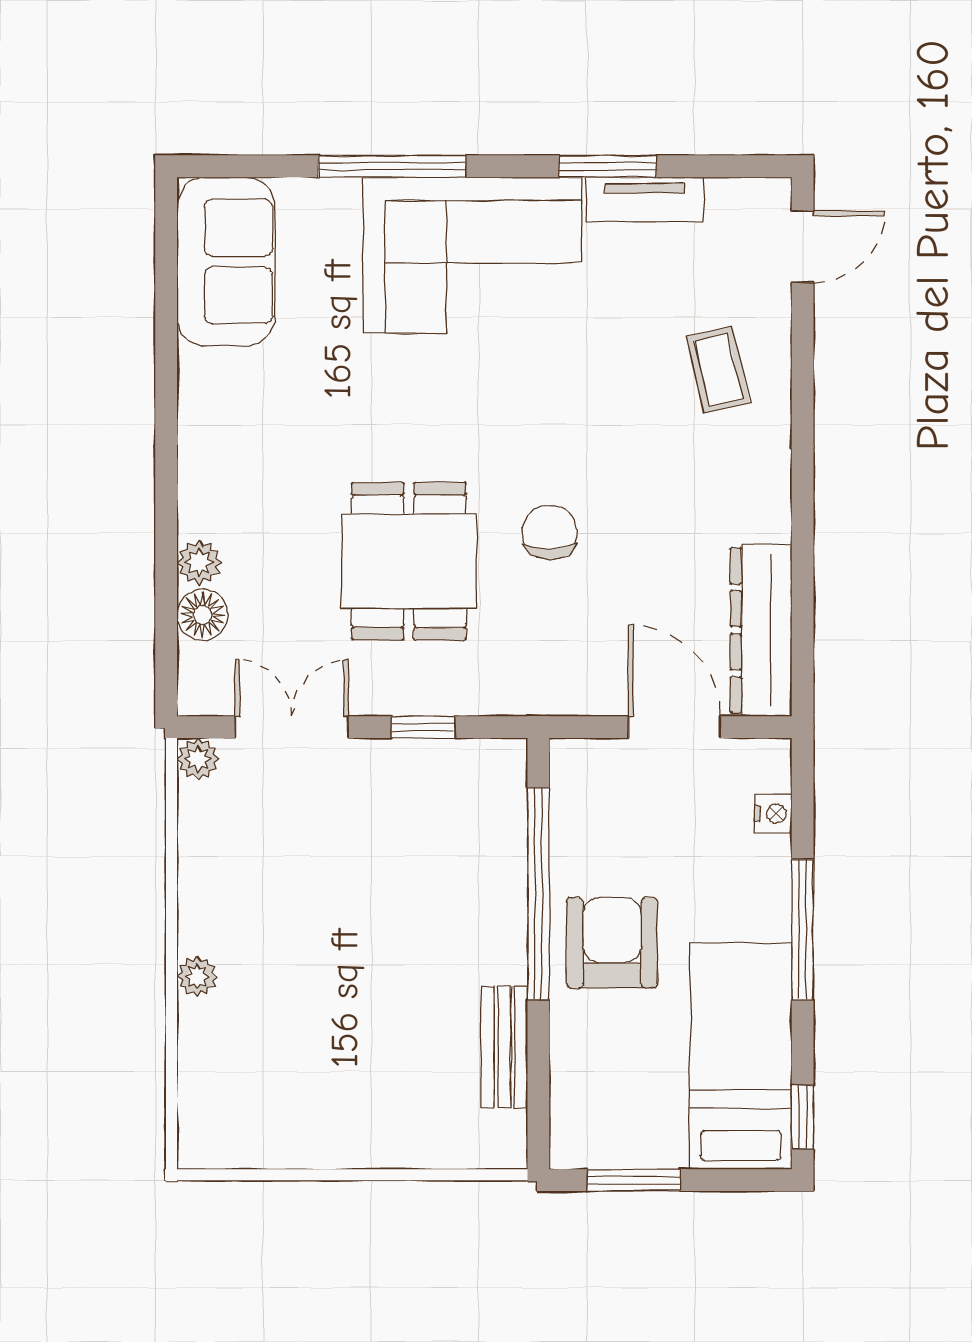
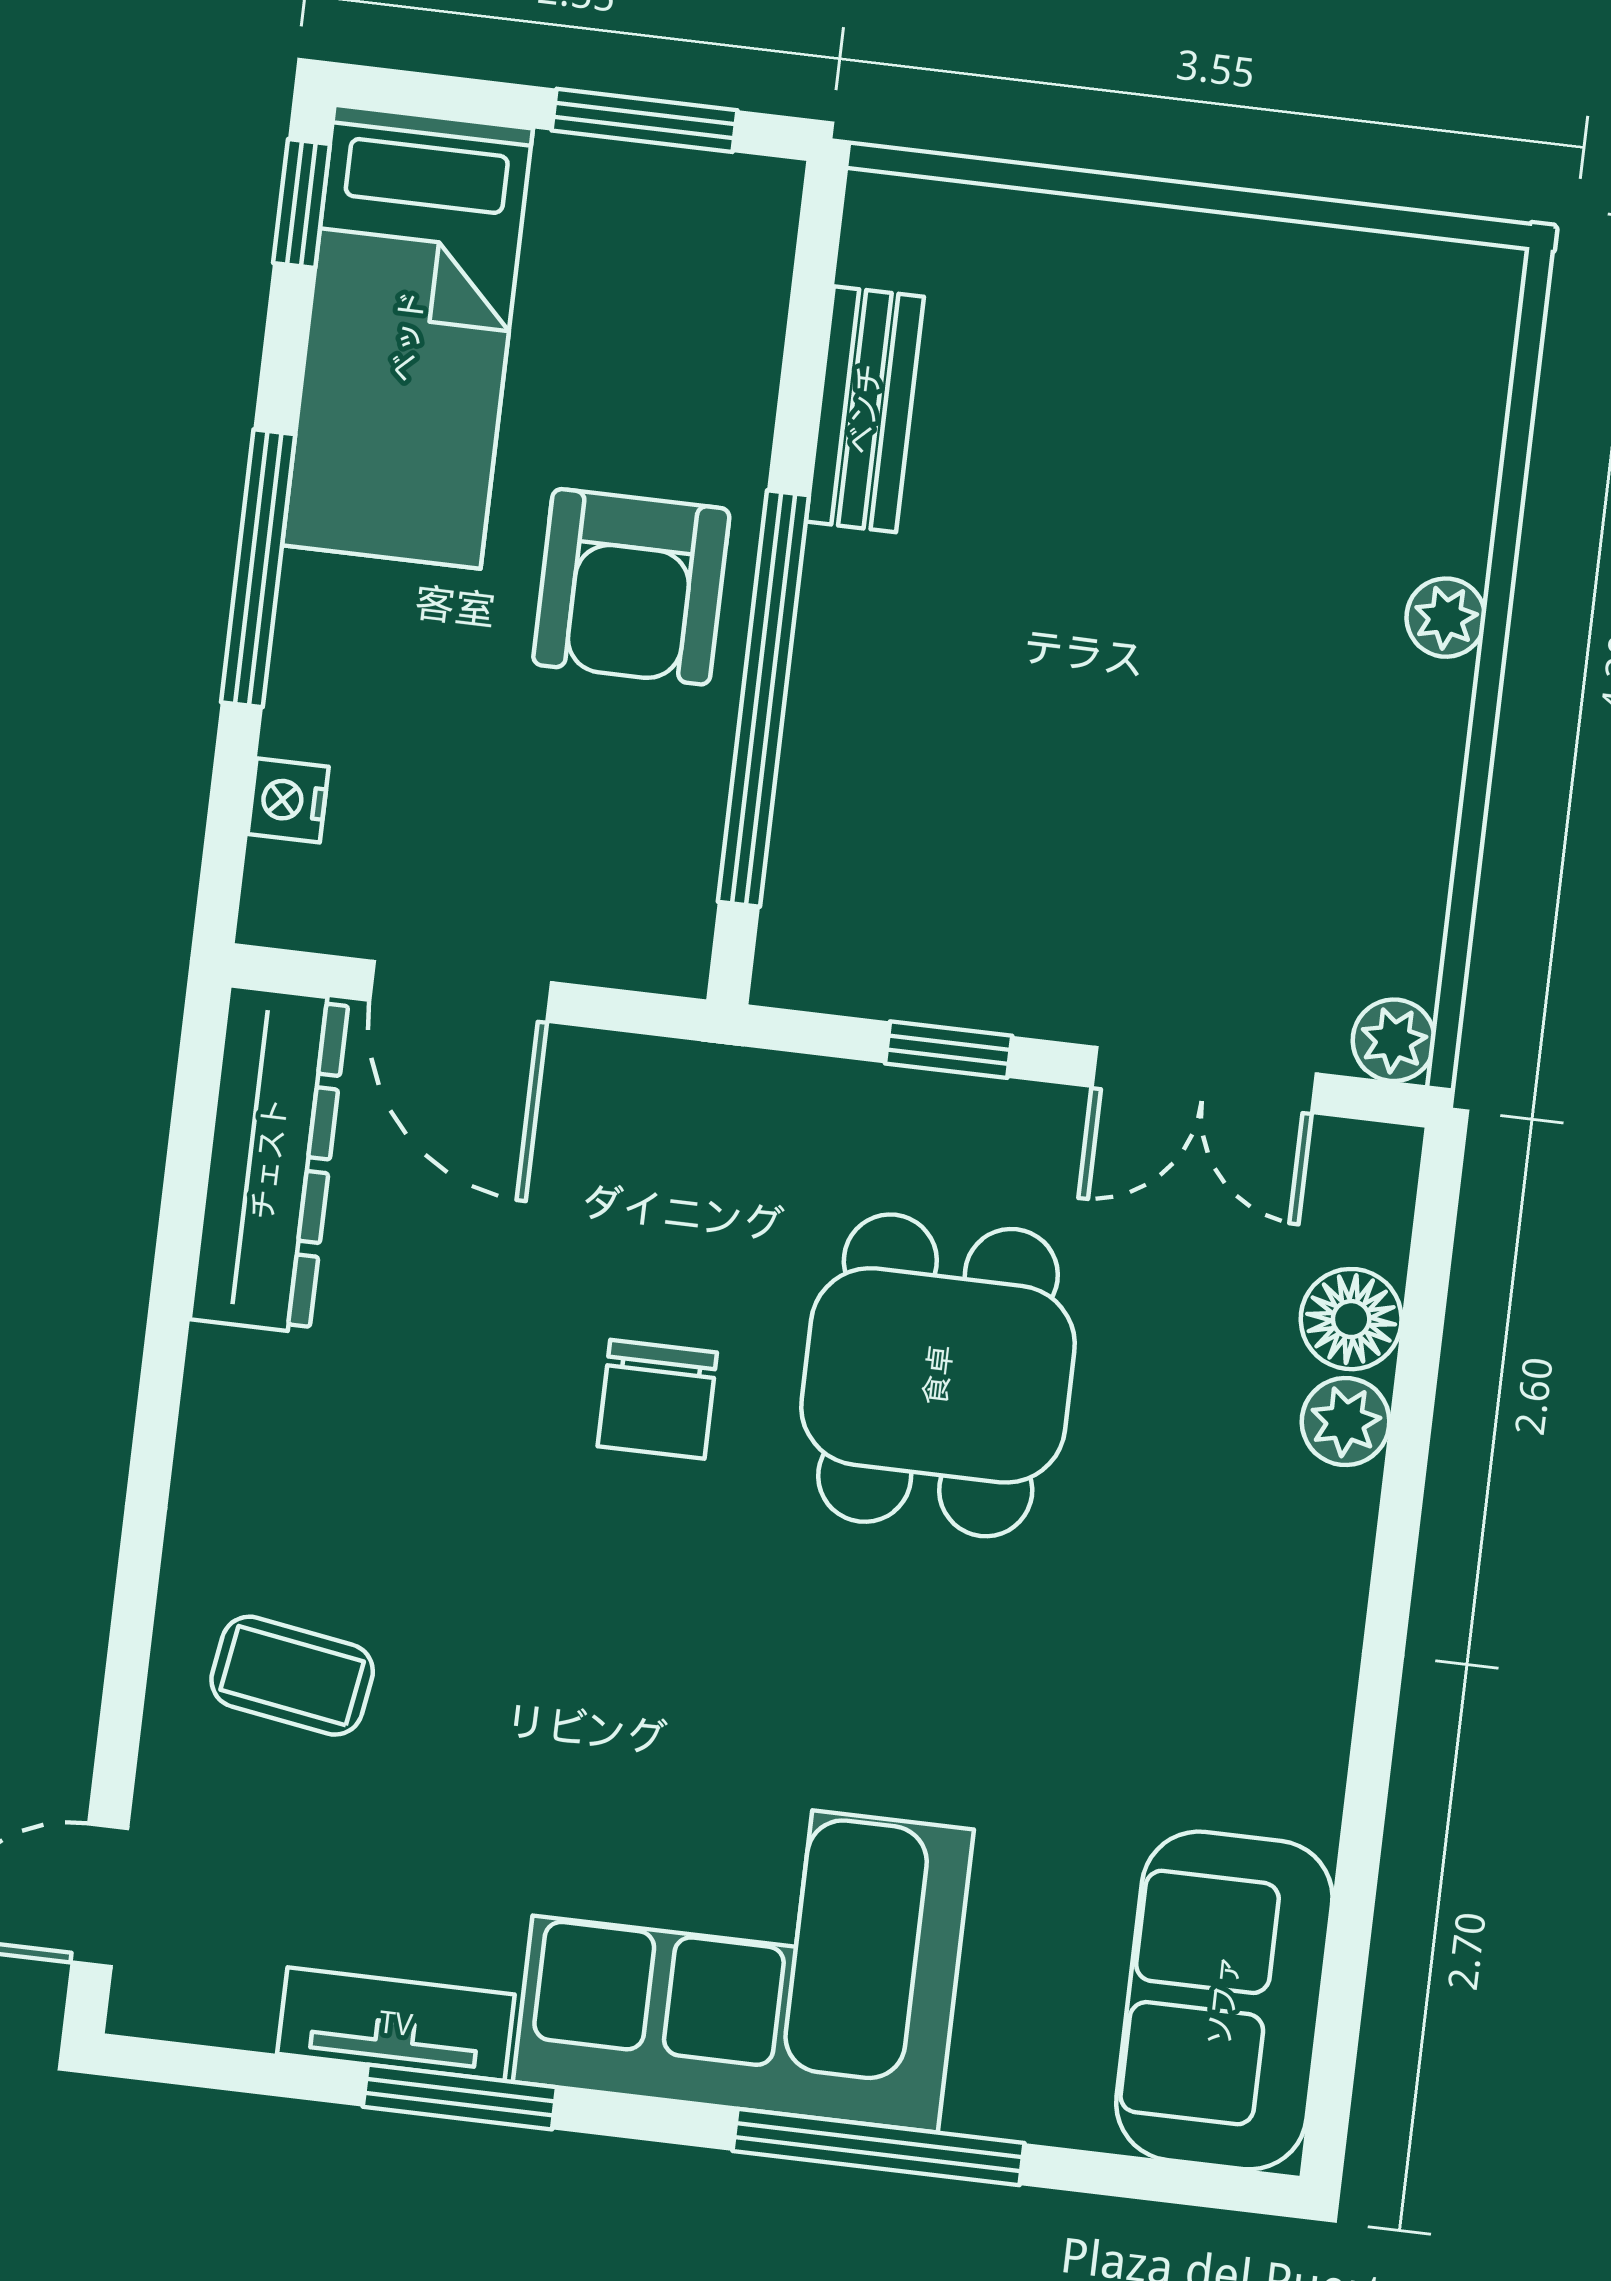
coffee table: (718, 370) -> (292, 1676), turned -68

